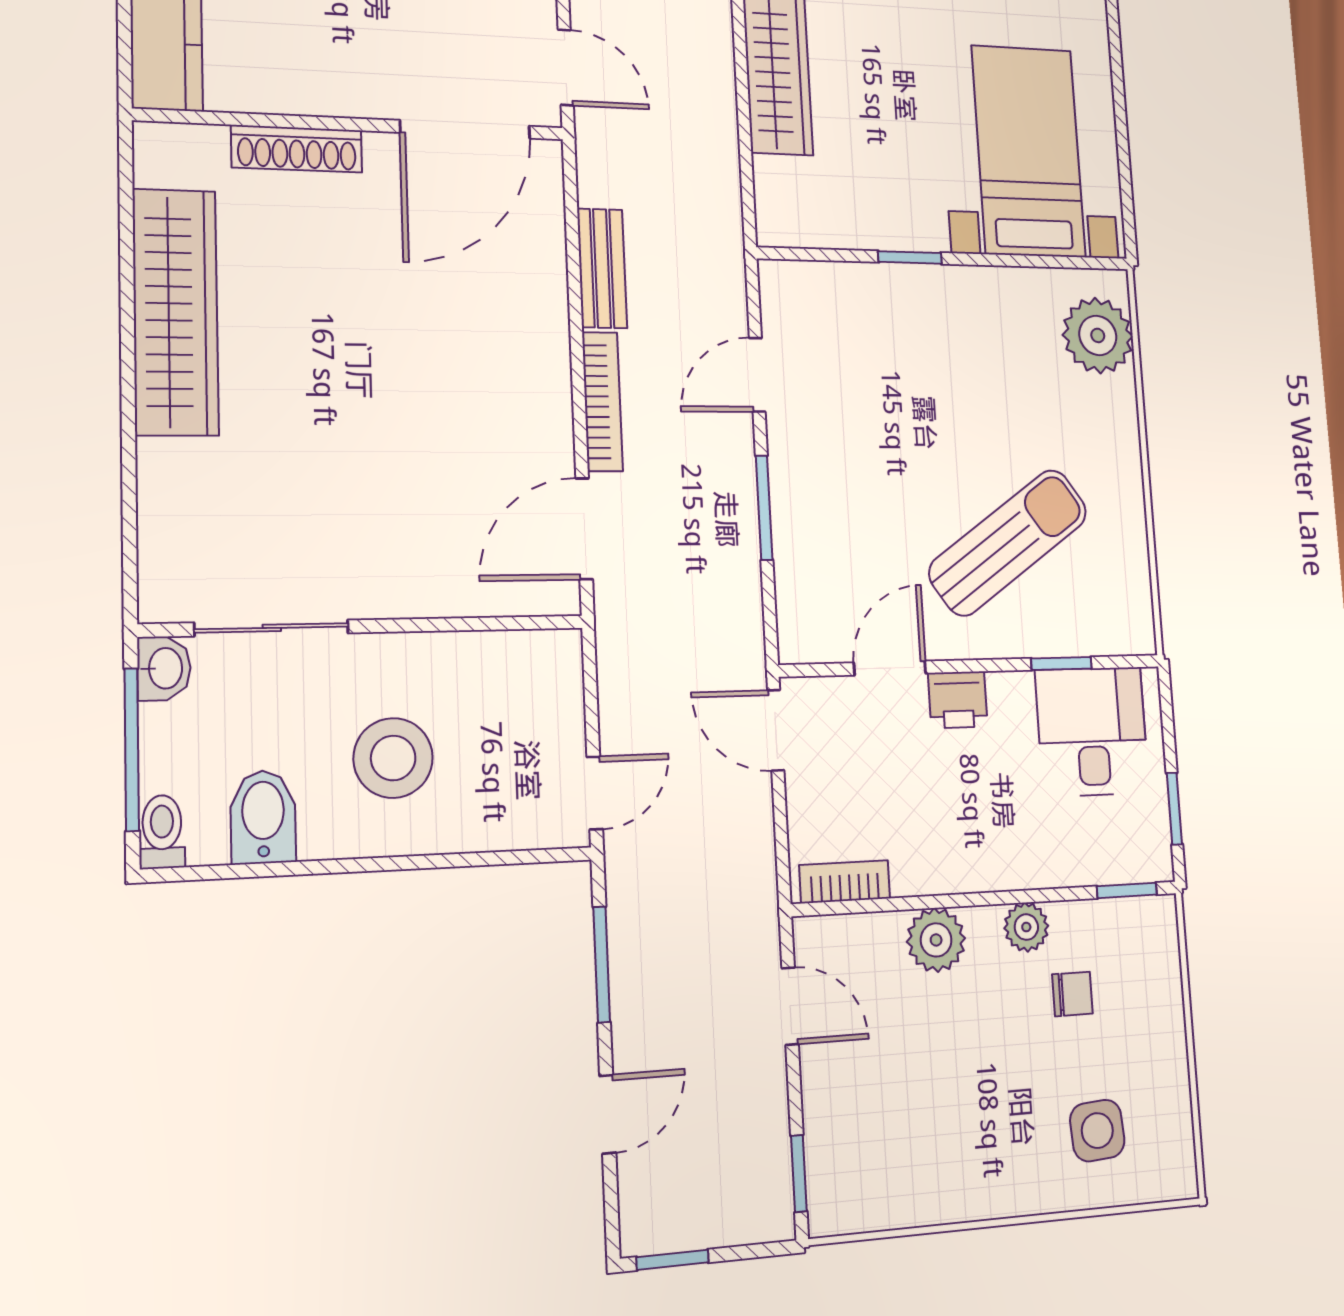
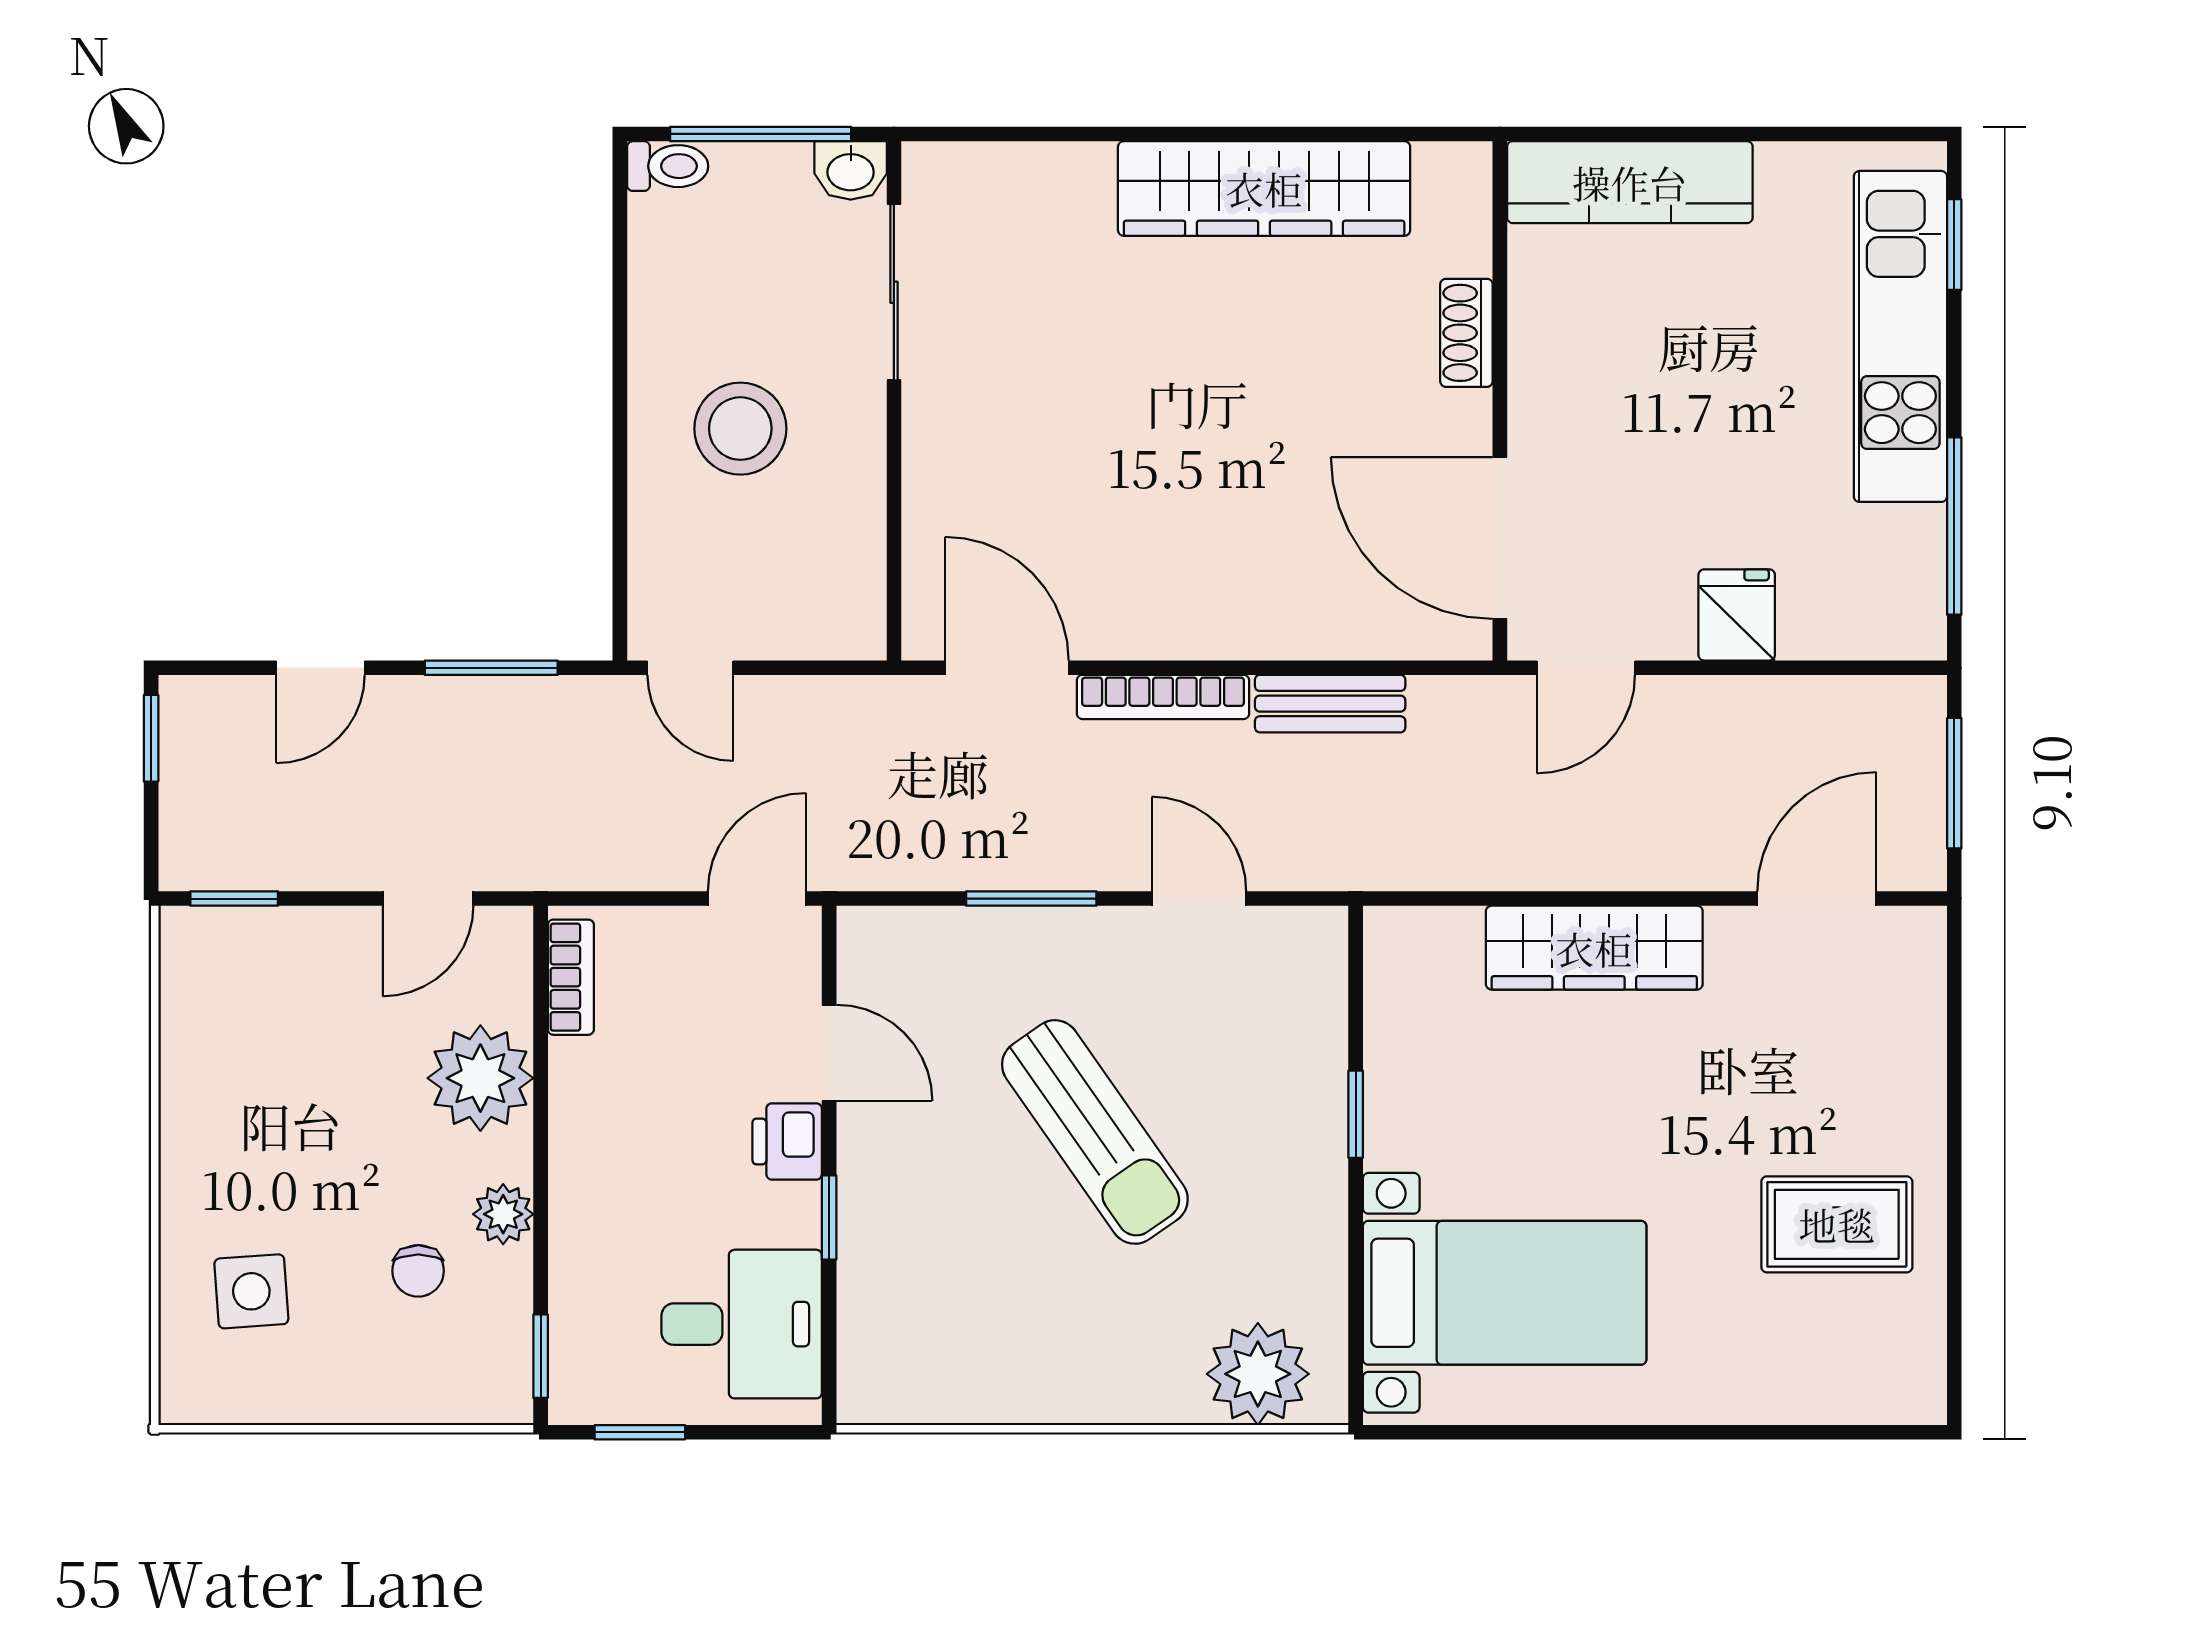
shoe rack: (297, 149) -> (1466, 333), width x0.70
sun lounger: (1008, 542) -> (1095, 1132), moved
window: (1061, 663) -> (829, 1217), moved
bidet: (263, 817) -> (679, 278), removed
plant: (936, 940) -> (480, 1078), width x1.36, depth x1.36
door: (608, 1114) -> (321, 668), hinge flipped

